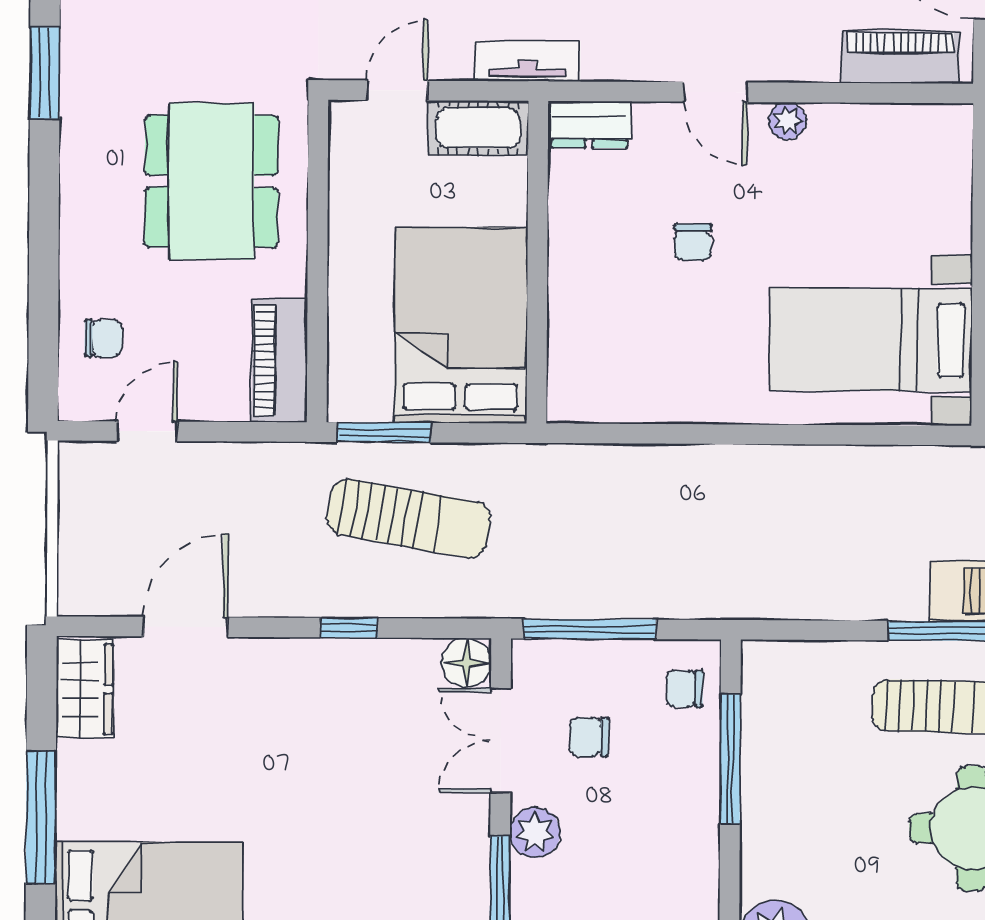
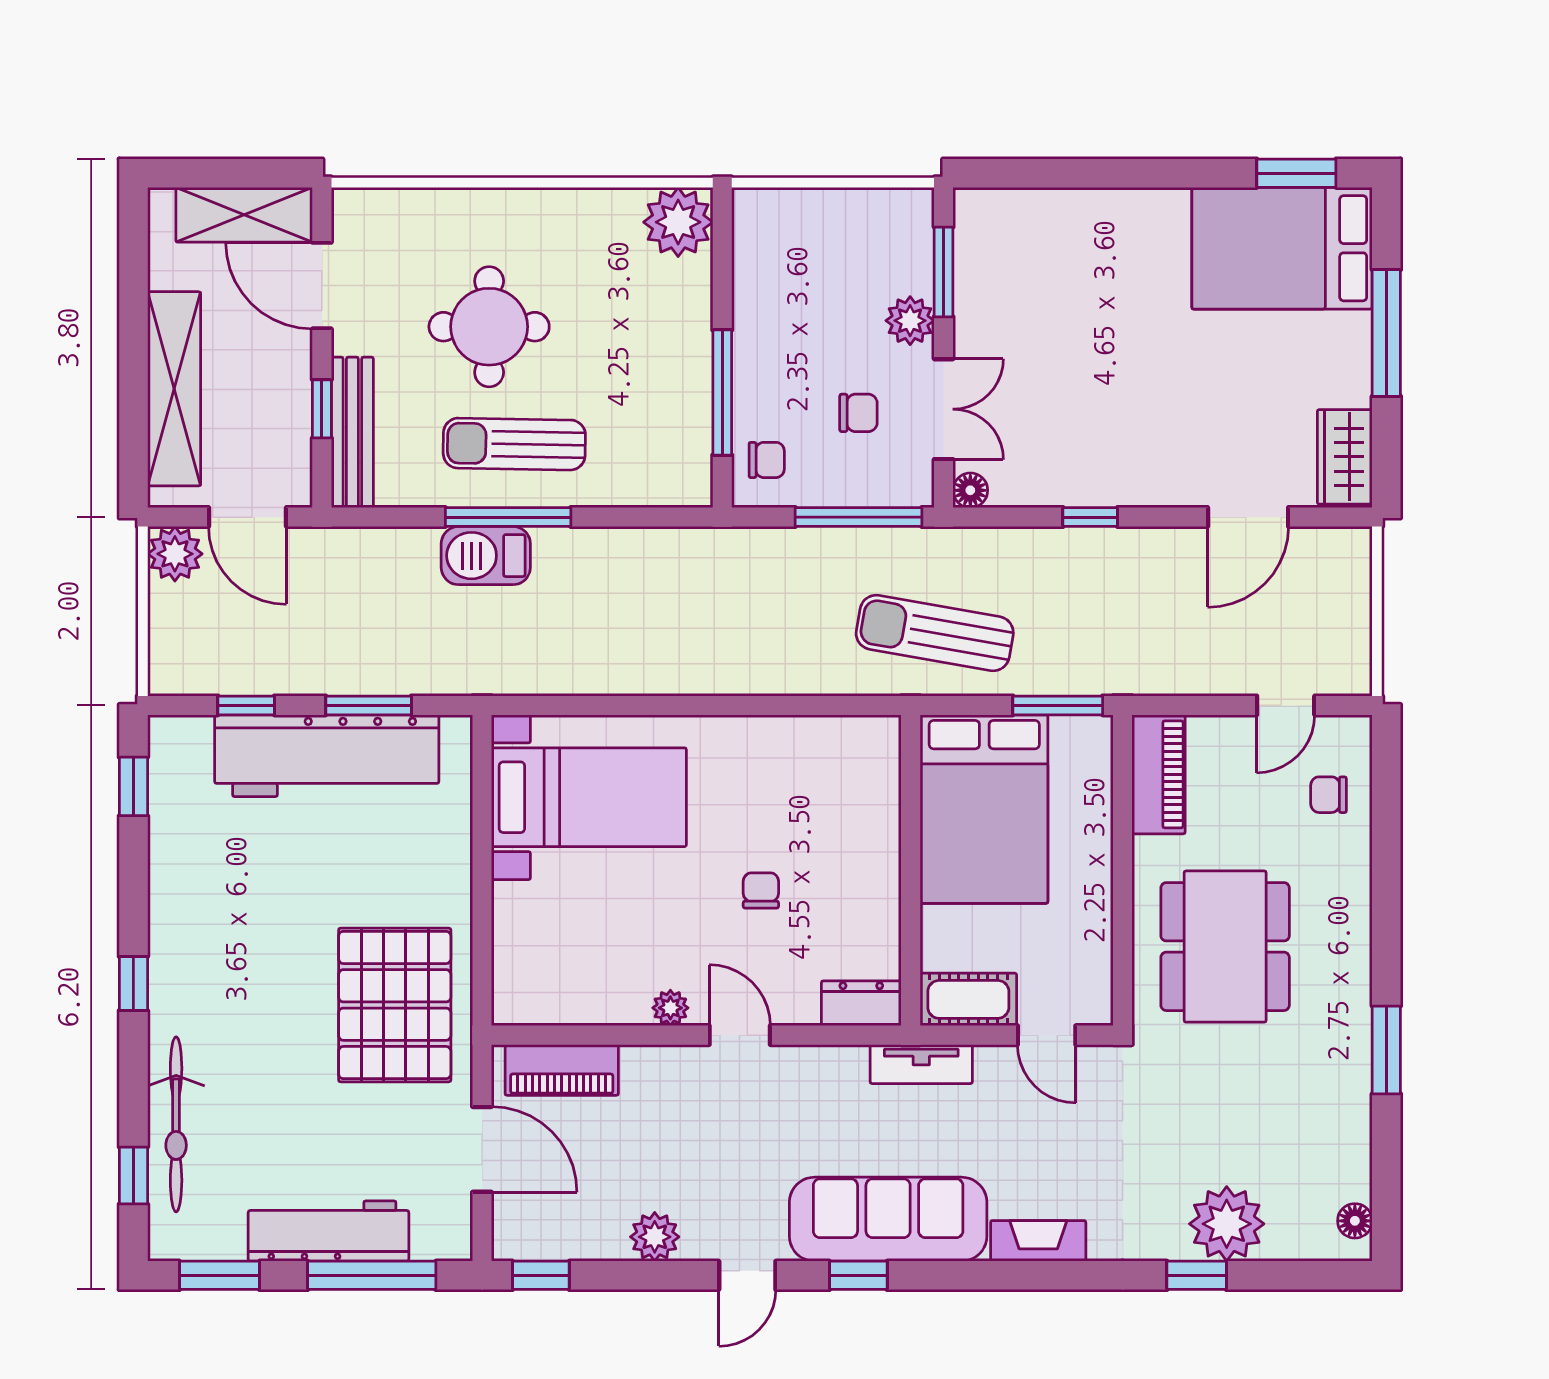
door: (397, 90) -> (1047, 1035), hinge flipped
sun lounger: (409, 518) -> (935, 633), moved
floor lamp: (467, 663) -> (970, 490), width x0.73, depth x0.73

